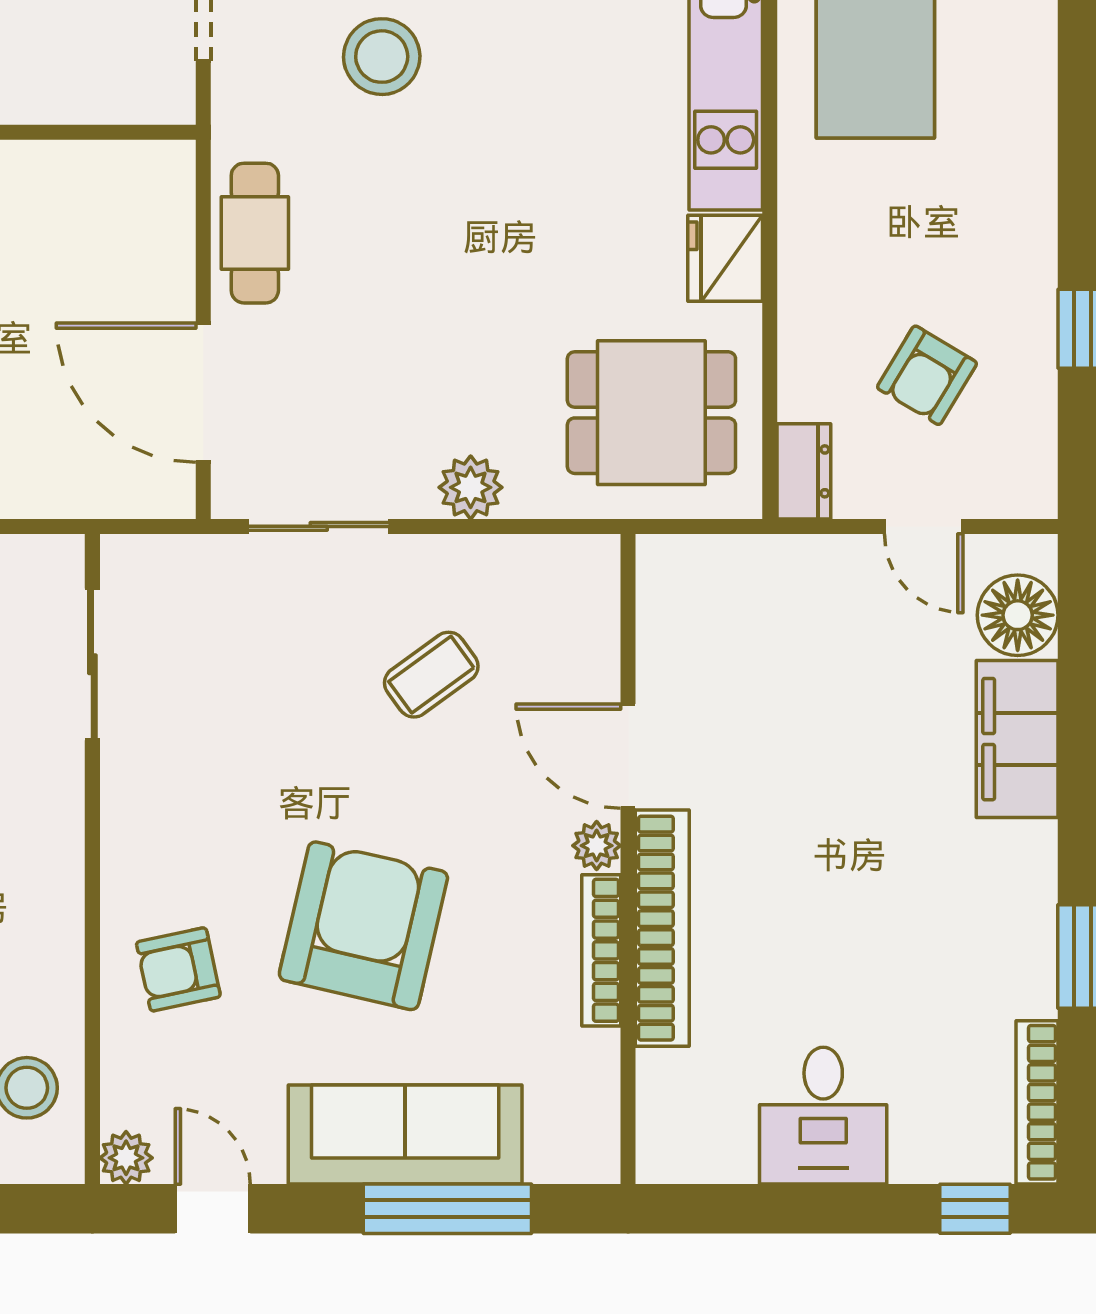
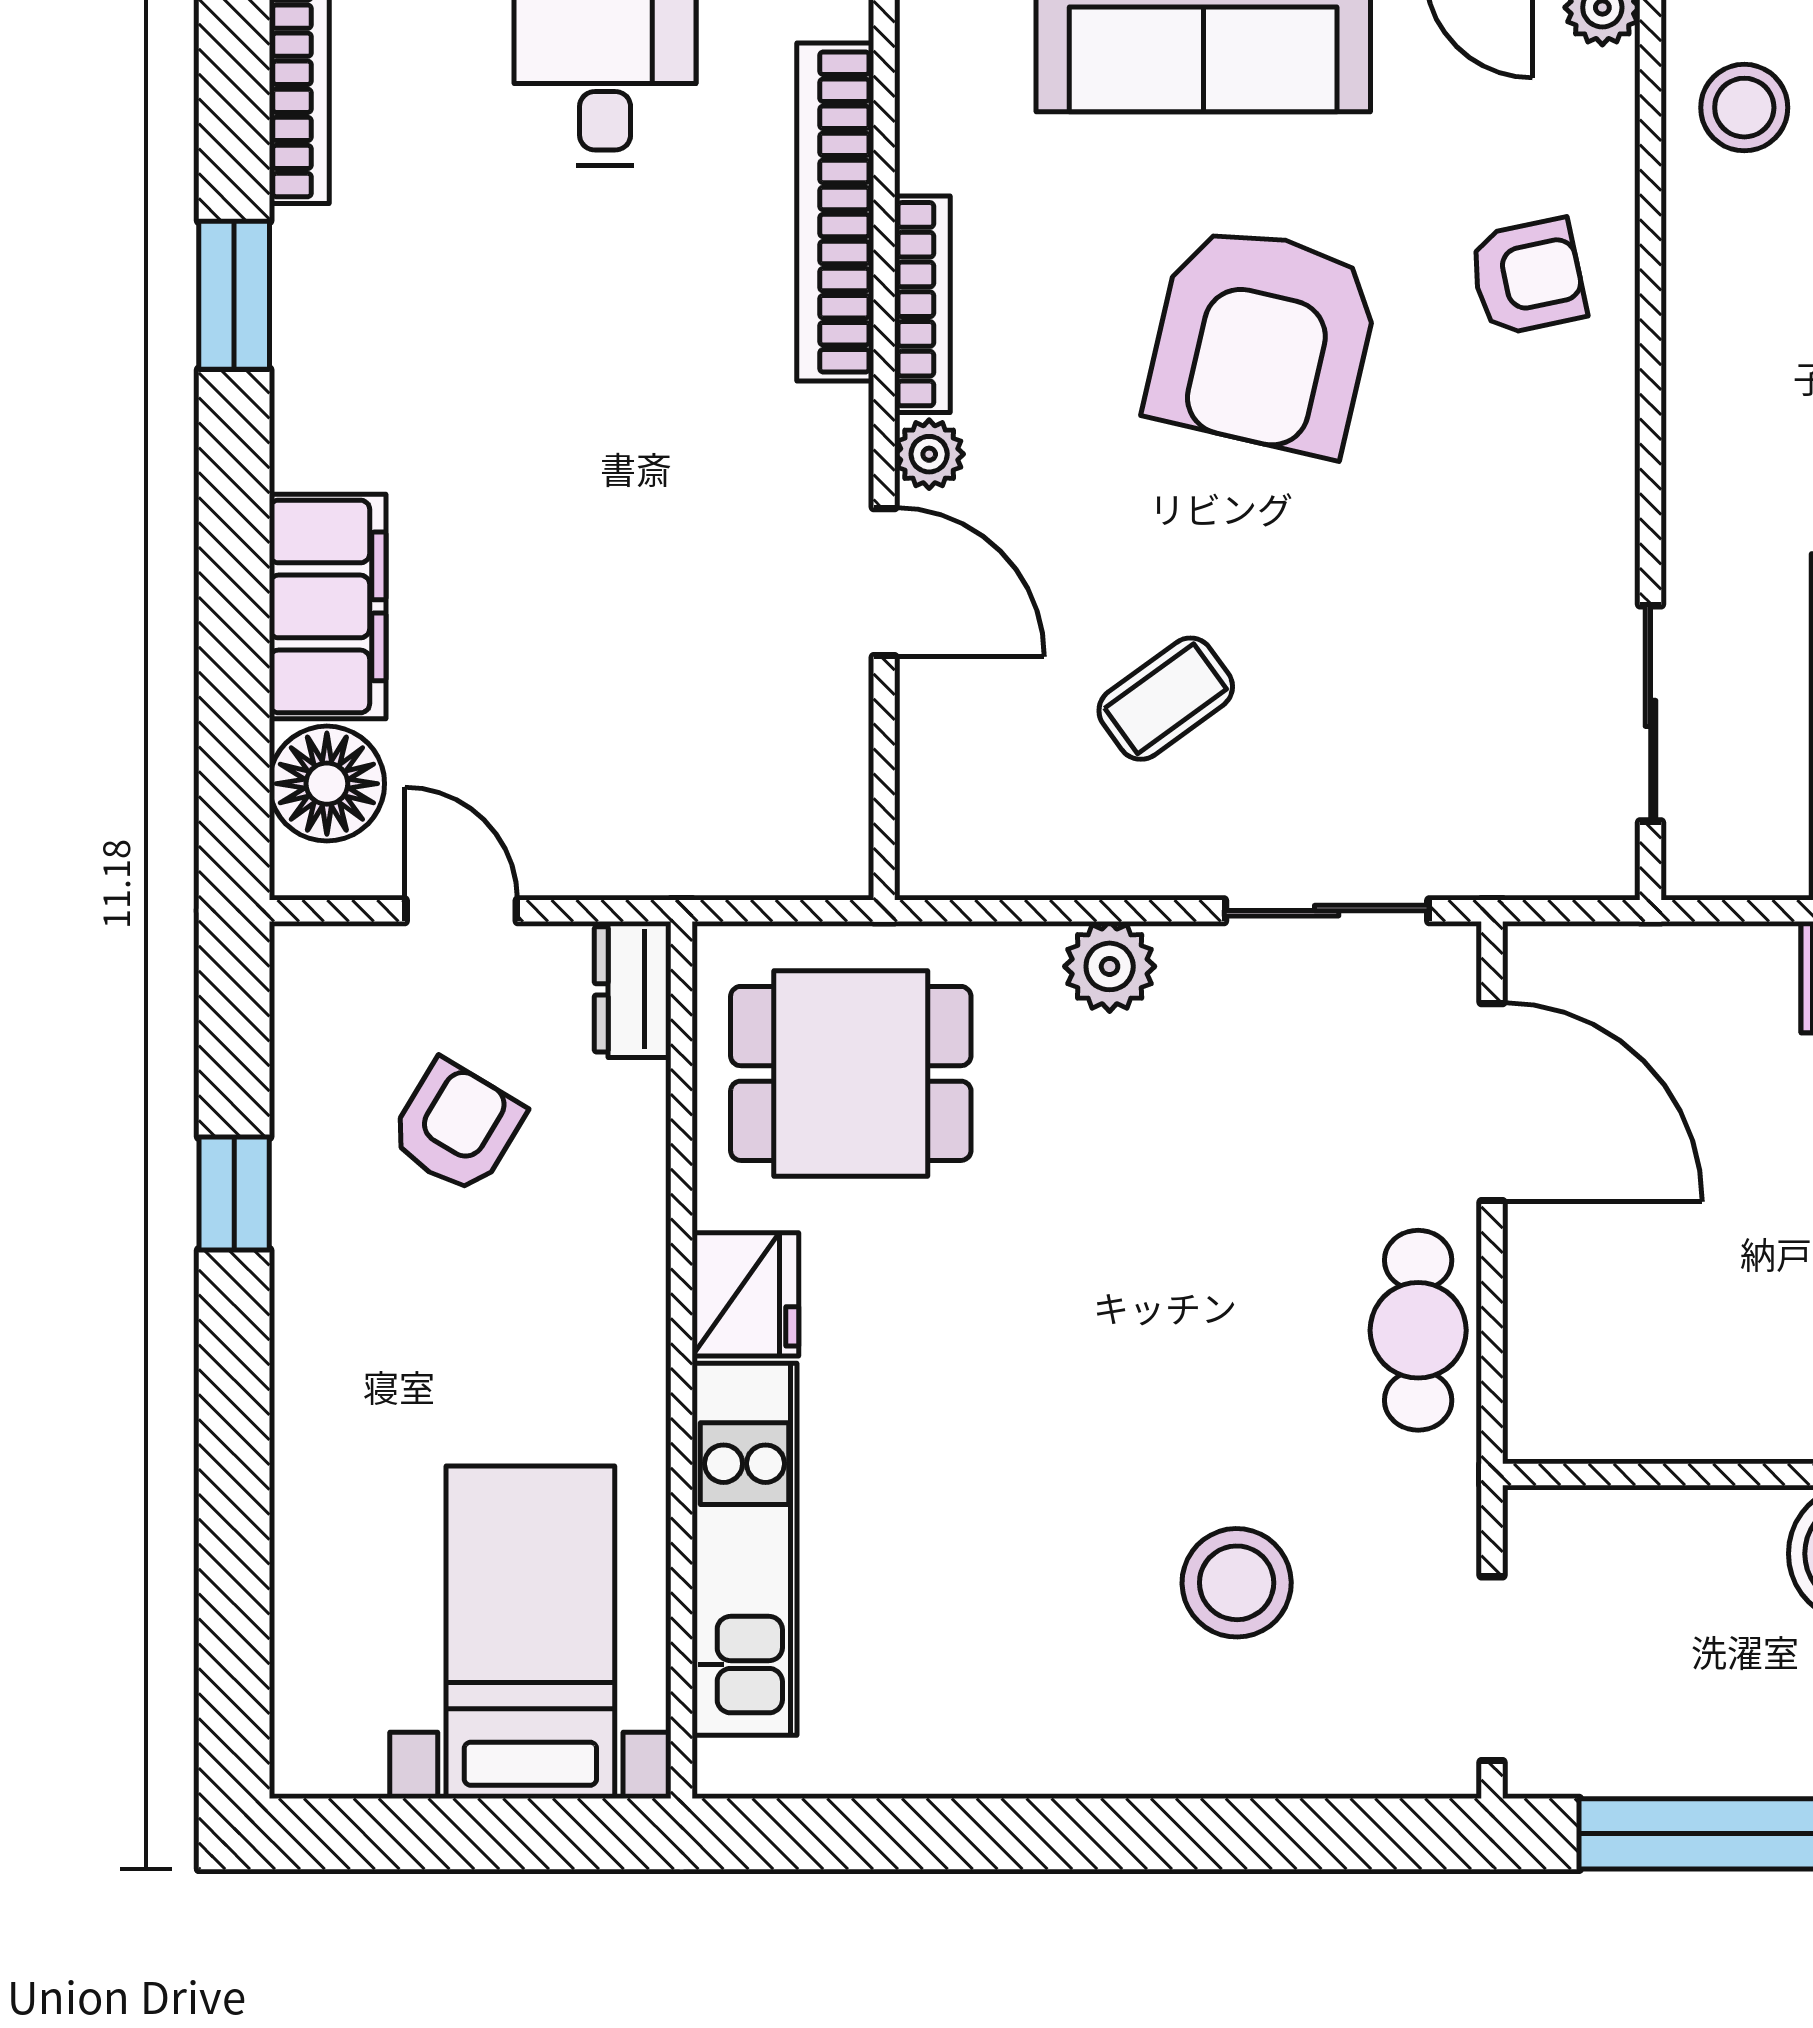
bookcase: (662, 928) -> (835, 212), moved

